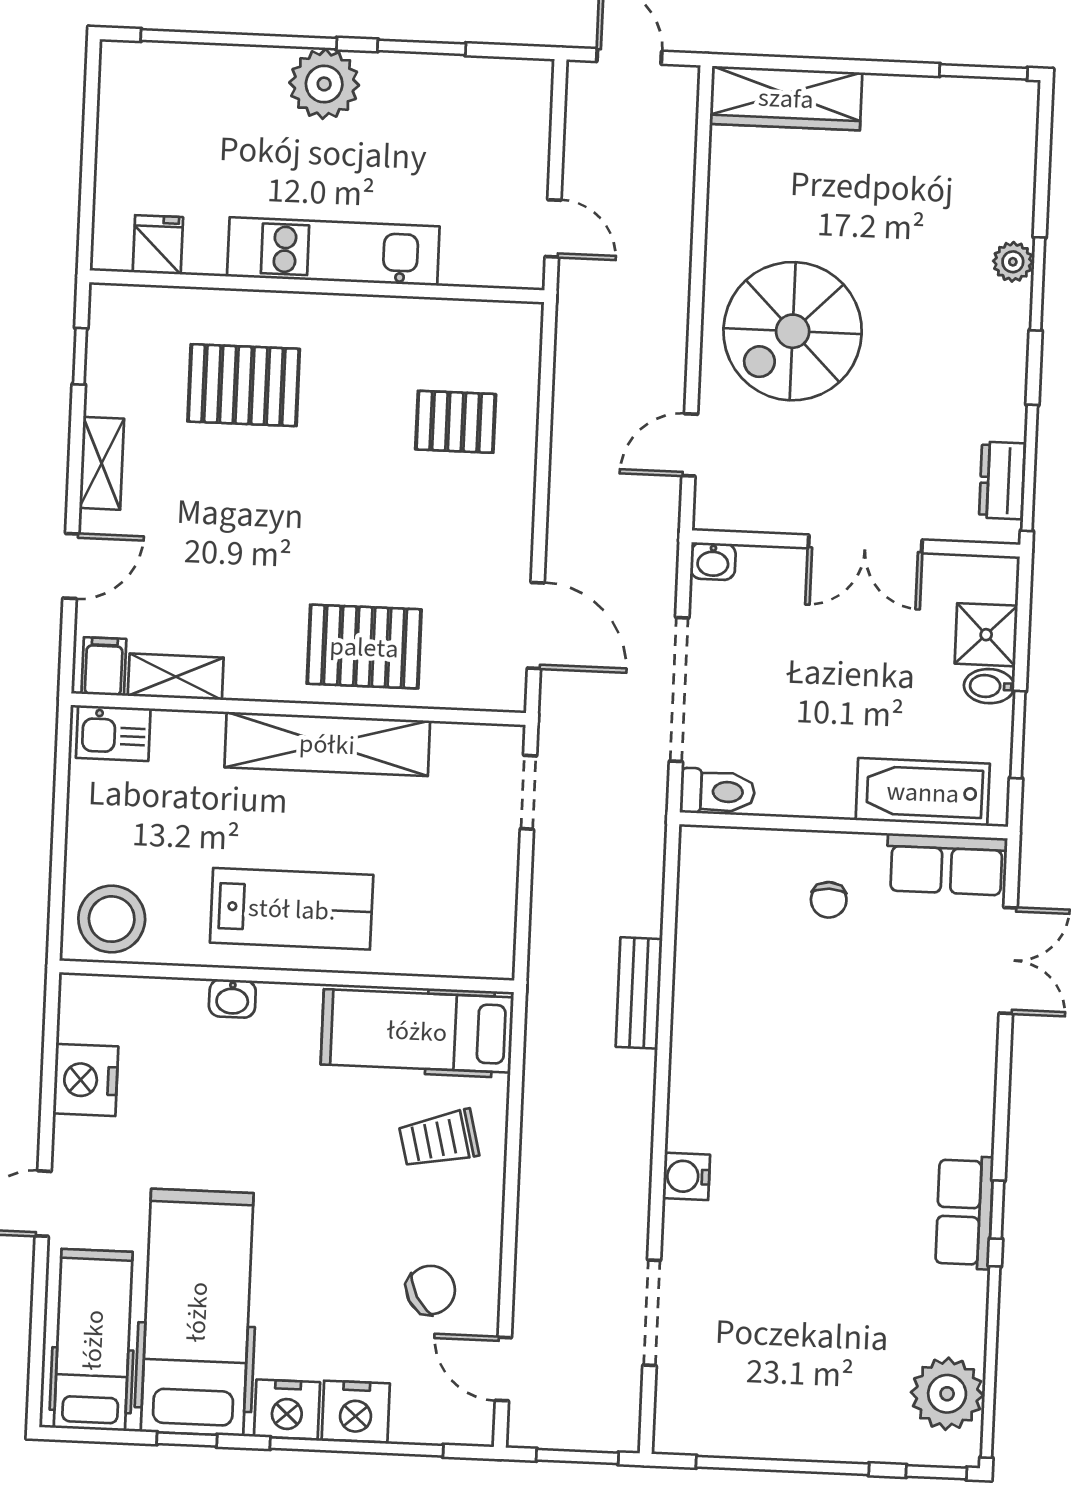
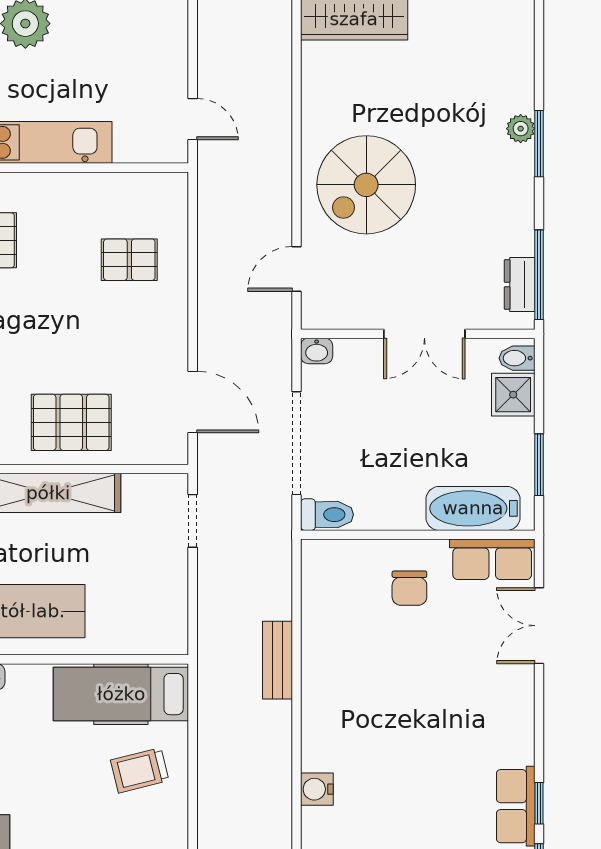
bidet: (989, 686) -> (517, 358), moved
chair: (829, 900) -> (409, 588), width x1.37, depth x1.37
double door: (1008, 960) -> (539, 626), swing flipped

